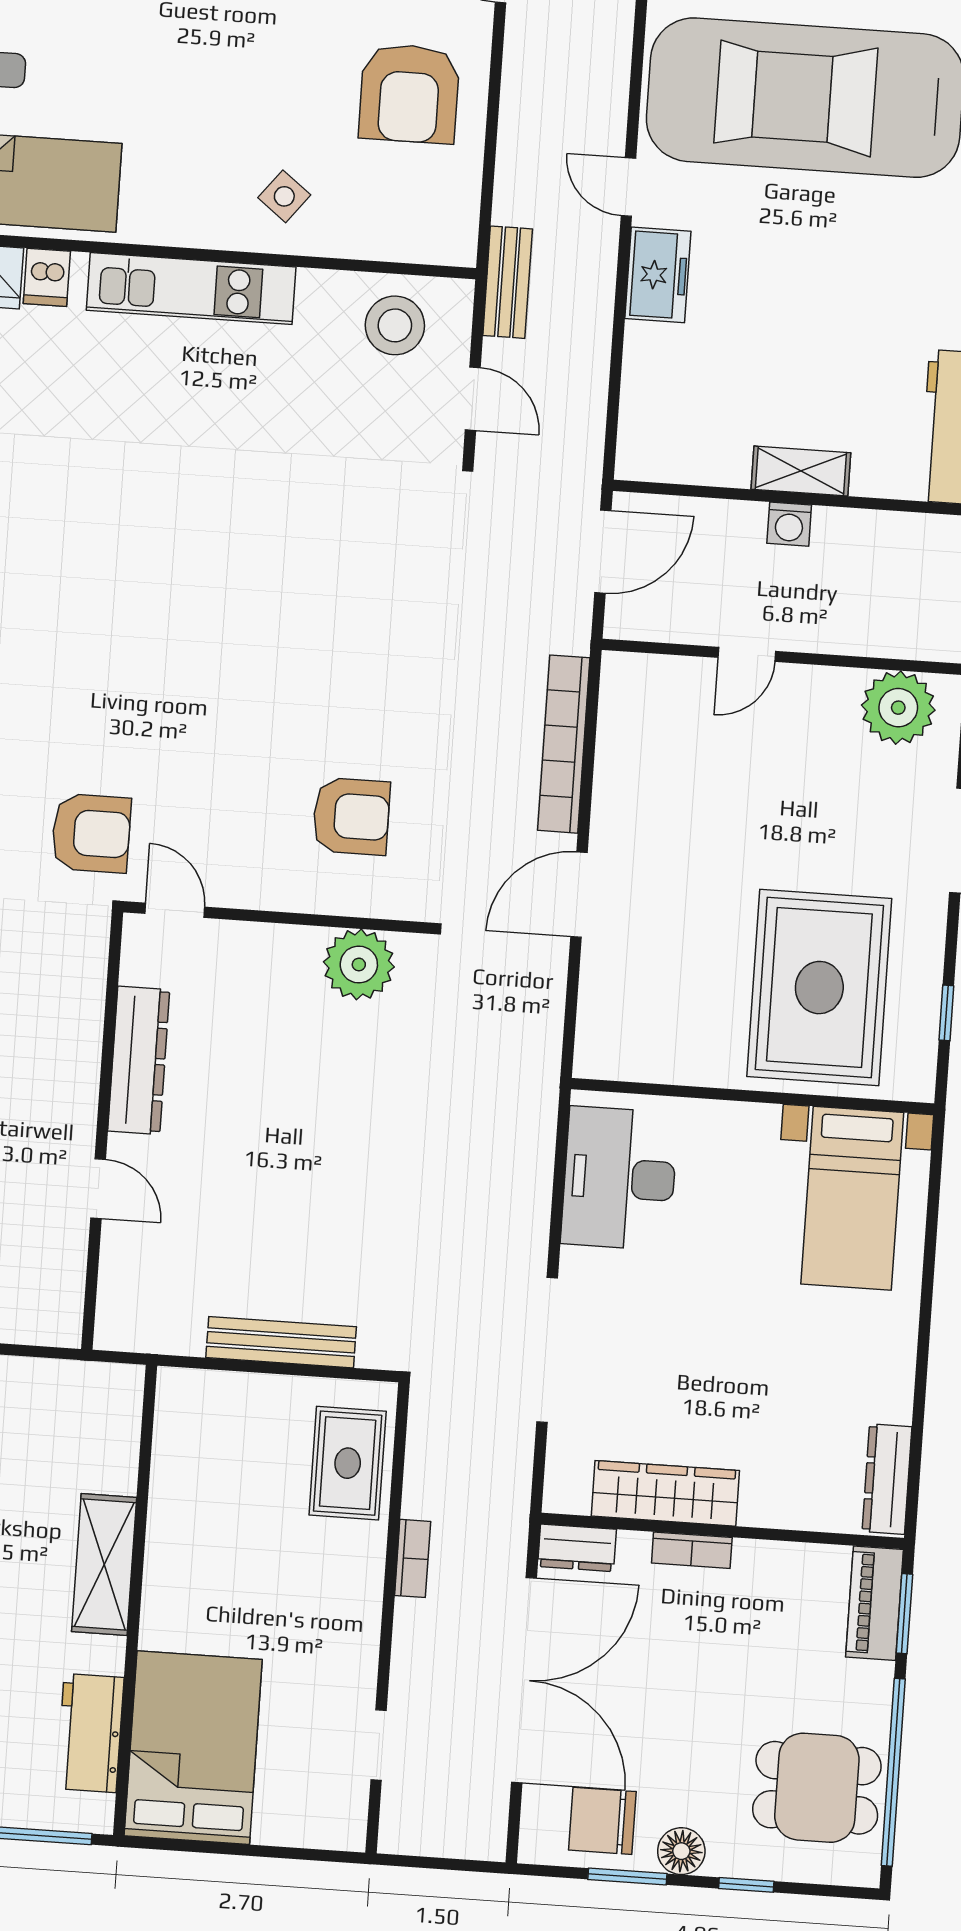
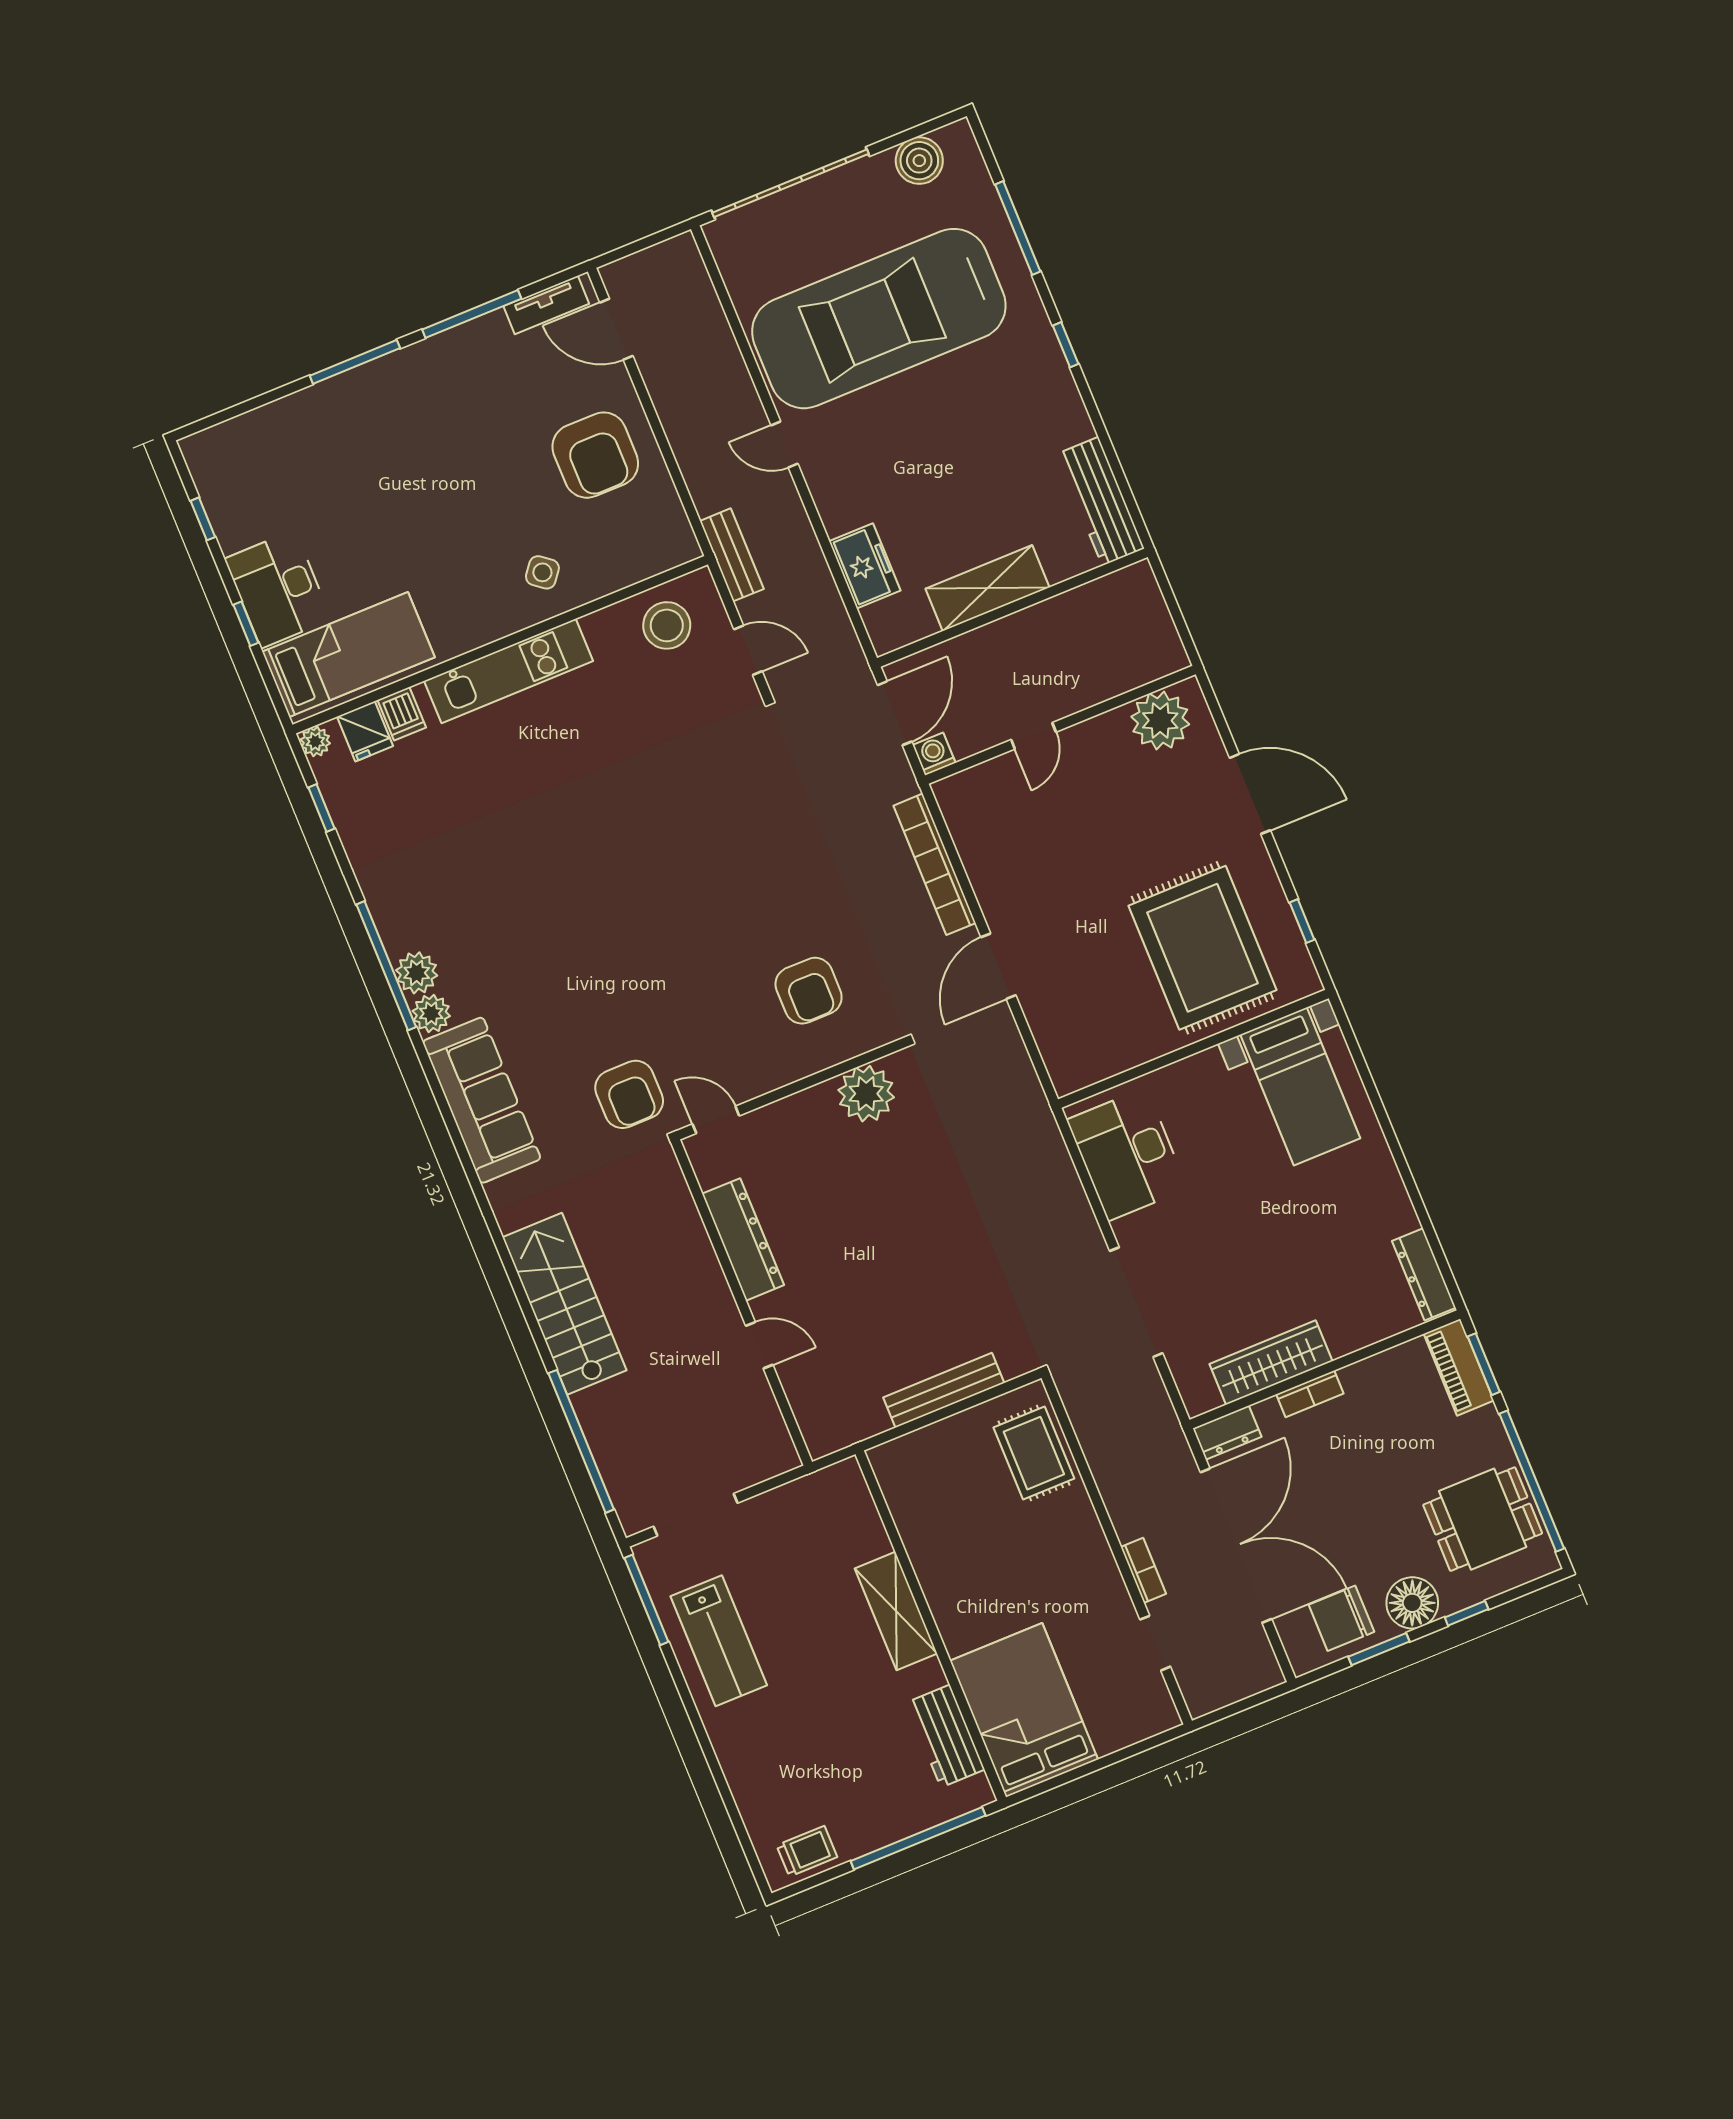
freezer: (658, 275) -> (865, 566), moved
shelving: (801, 471) -> (987, 588), width x1.50, depth x1.33
washing machine: (789, 524) -> (934, 754), moved, turned 180
armchair: (351, 816) -> (809, 991), turned 90
armchair: (91, 833) -> (629, 1094), turned 90
bookcase: (413, 1558) -> (1143, 1570), moved
floor lamp: (681, 1851) -> (1412, 1603), width x1.38, depth x1.38

